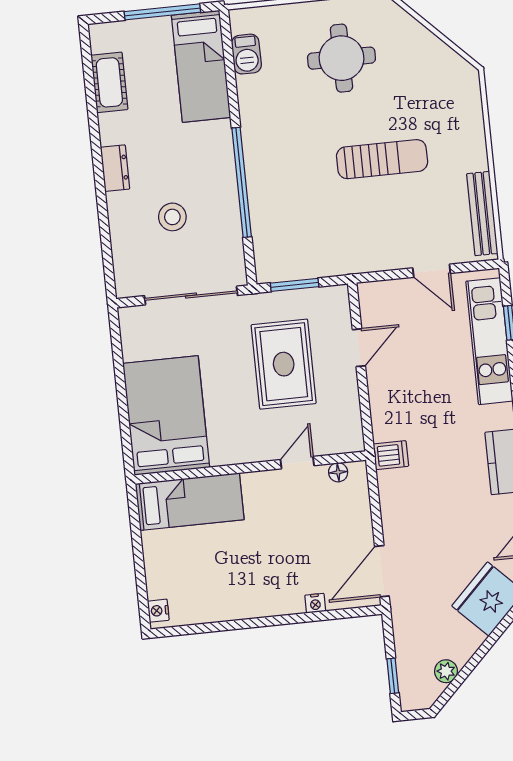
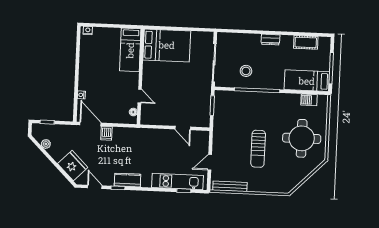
round table: (341, 58) -> (302, 138), width x1.36, depth x1.36
stool: (172, 217) -> (246, 71), moved
rug: (284, 364) -> (181, 96), removed
dishwasher: (391, 455) -> (106, 133), moved

